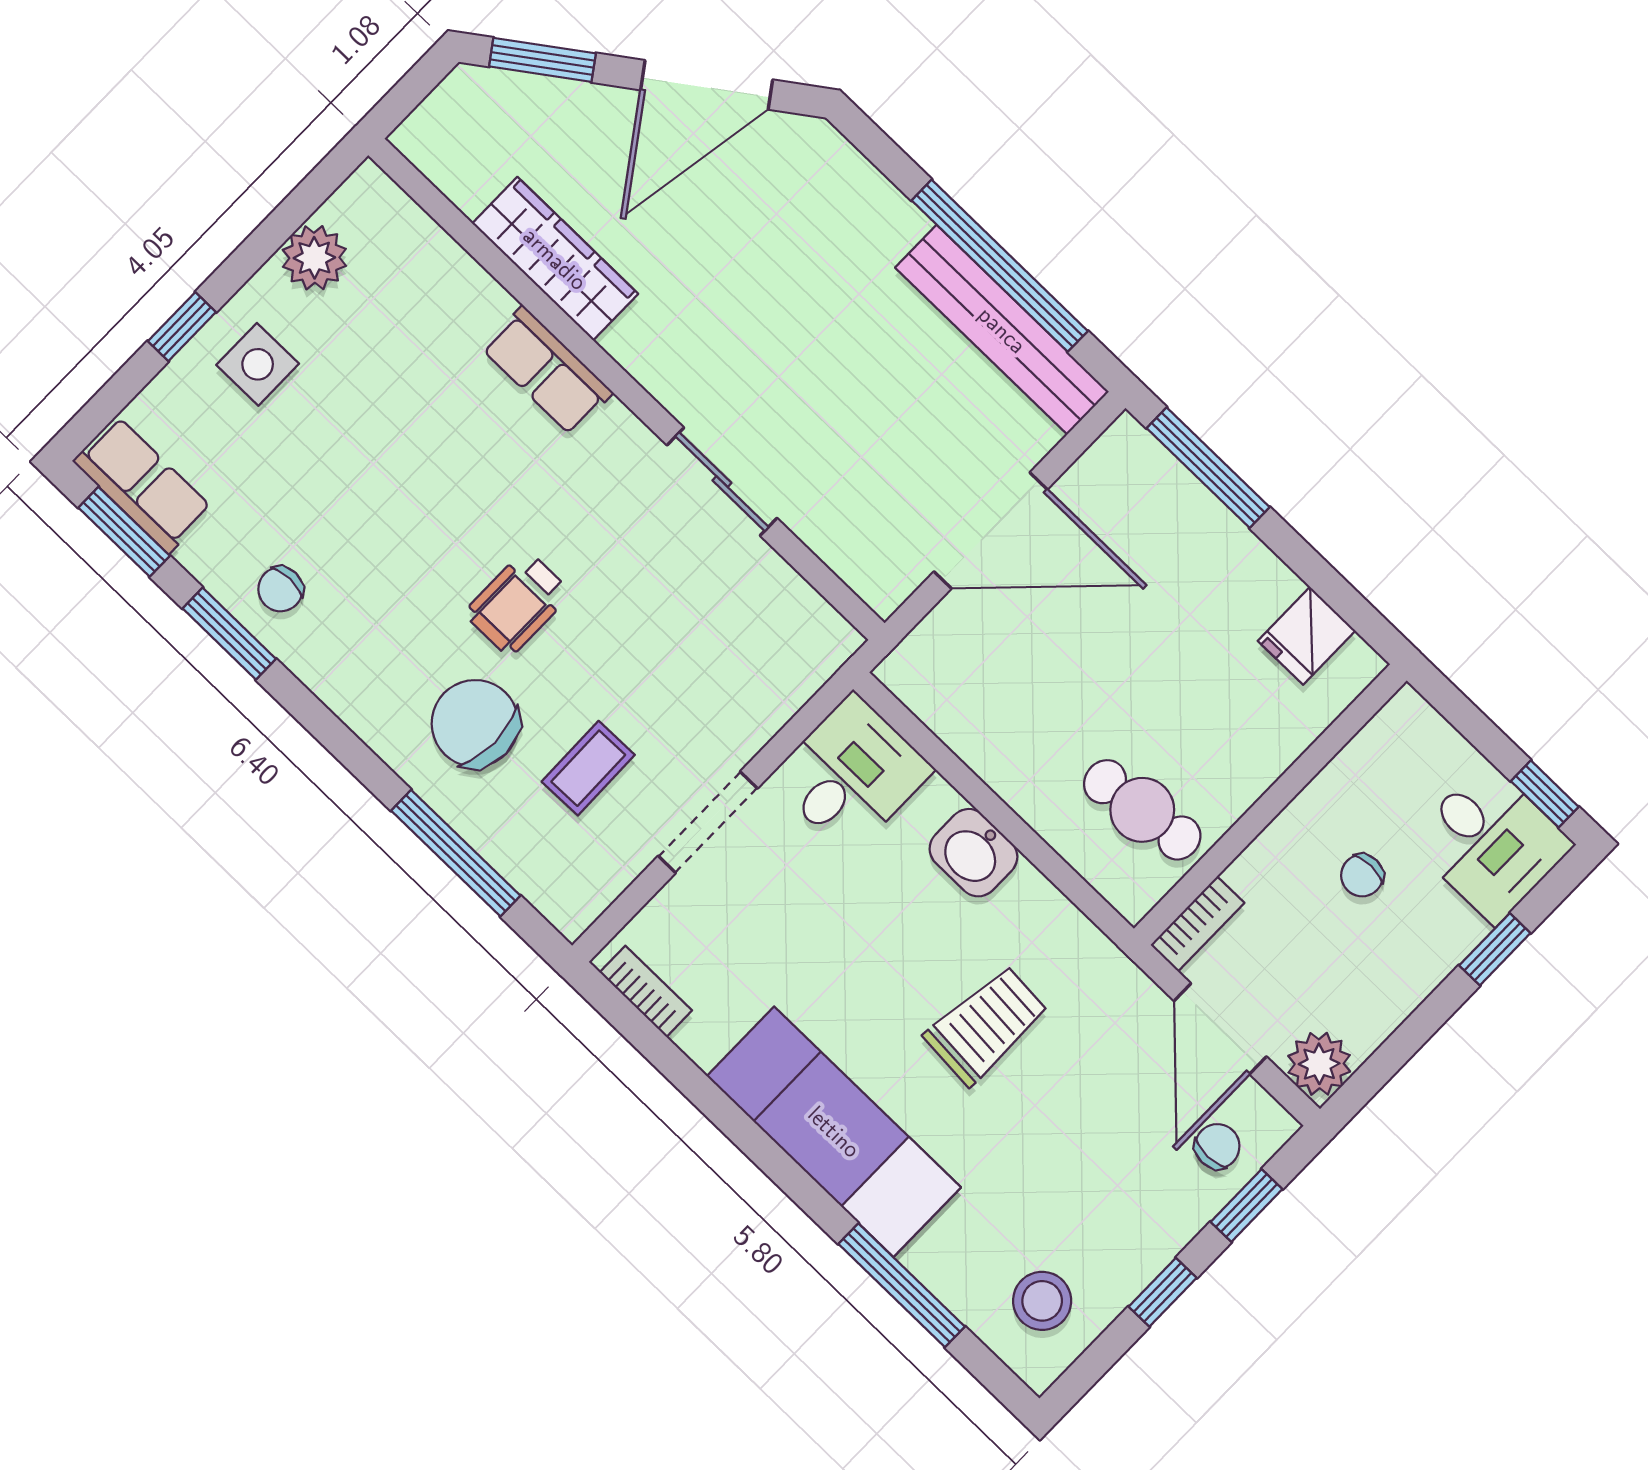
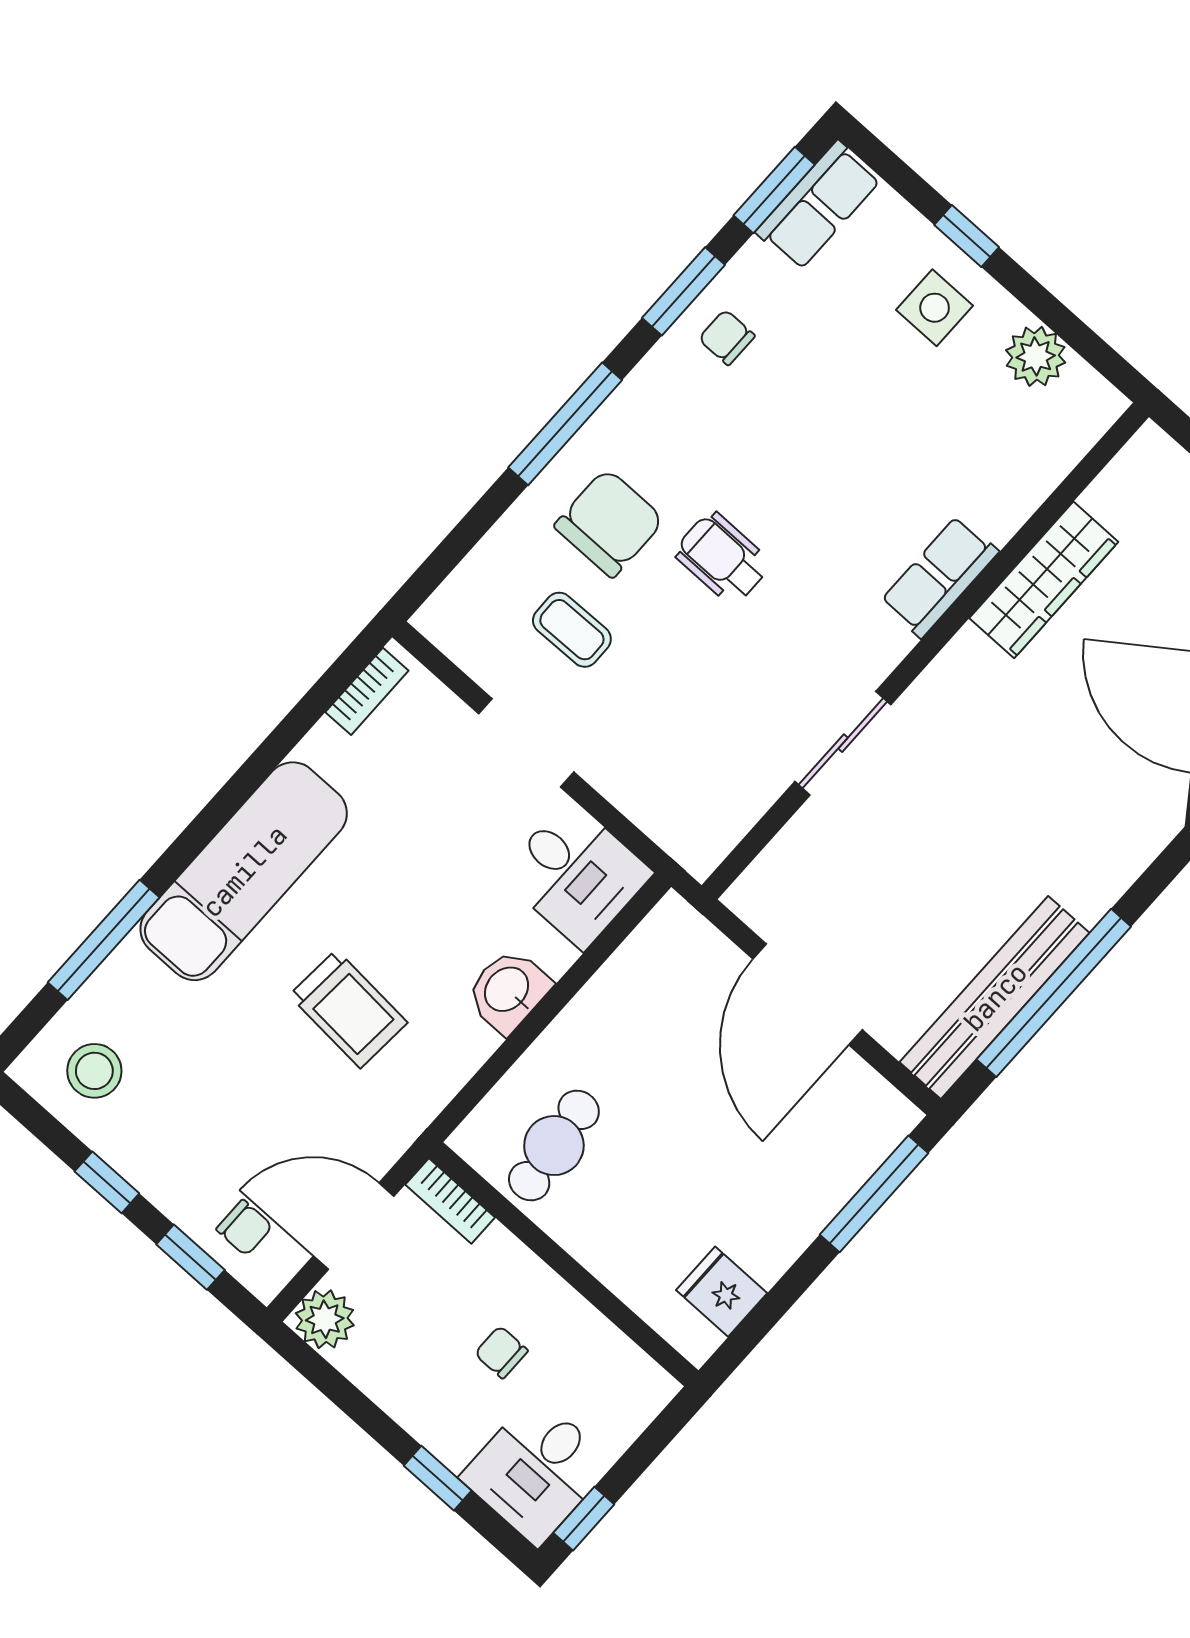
window: (456, 853) -> (565, 424), moved

